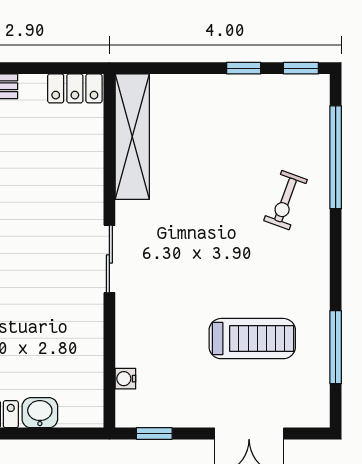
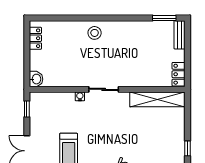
water cooler: (125, 379) -> (80, 96), moved
washbasin: (40, 413) -> (36, 79), moved

